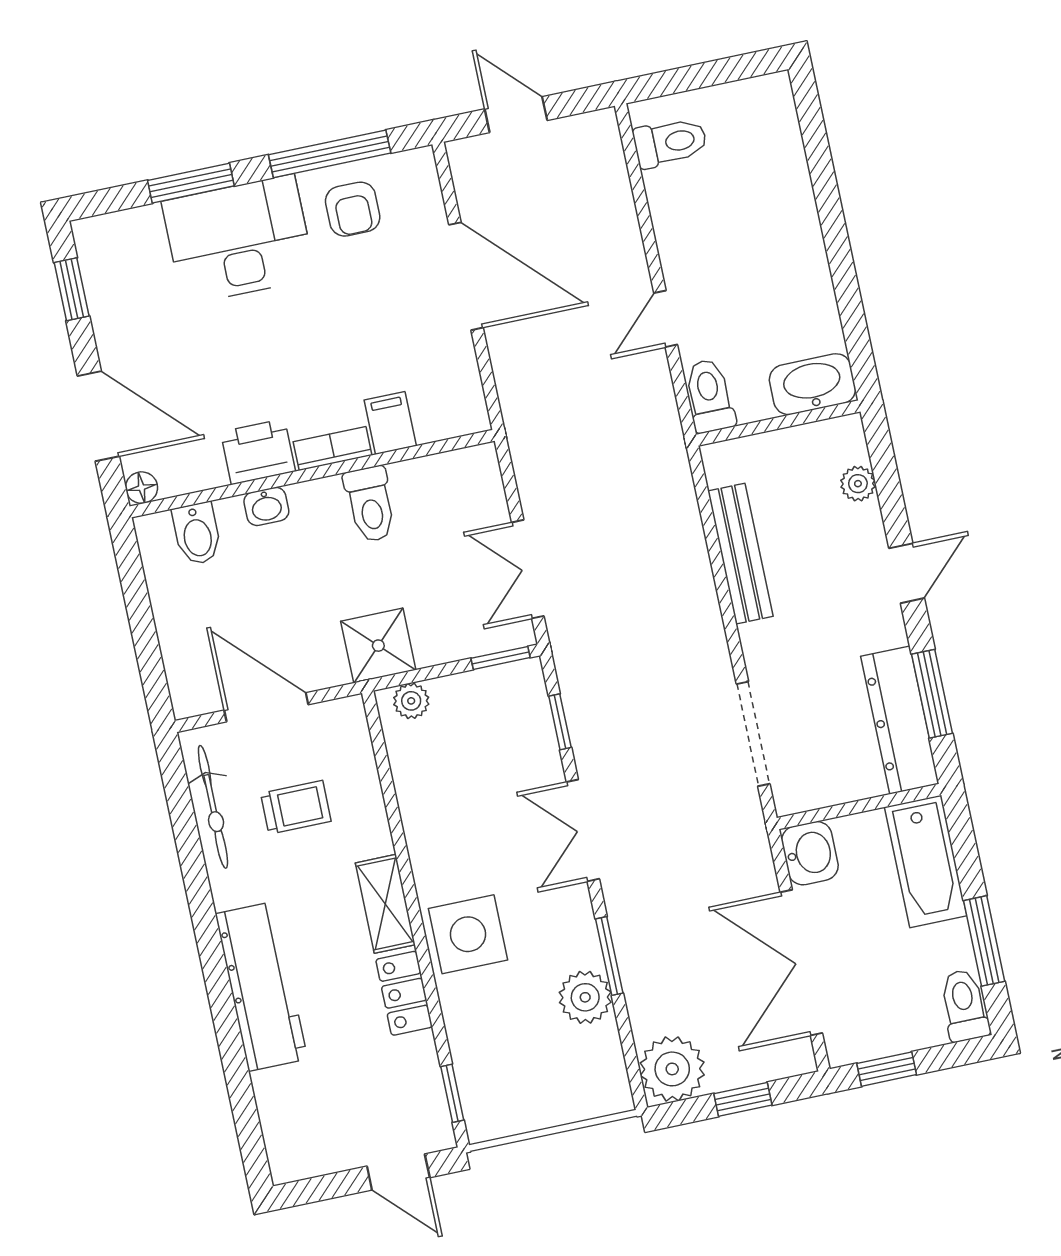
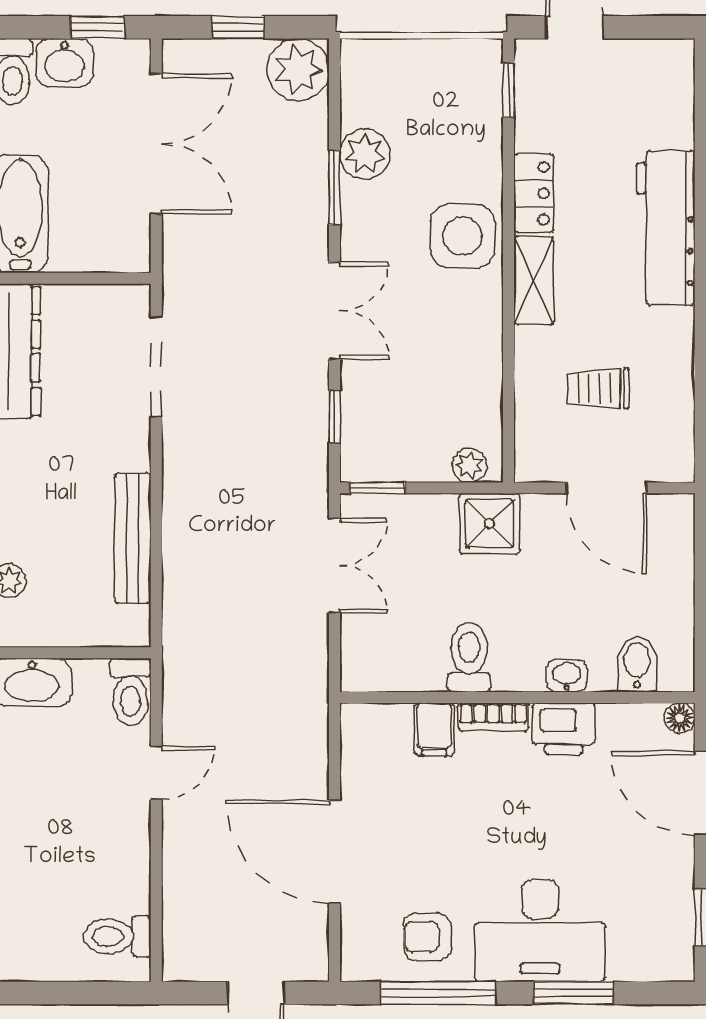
armchair: (353, 209) -> (427, 937), turned -90
bicycle: (213, 807) -> (676, 405), removed
washbasin: (810, 853) -> (65, 63), moved, turned -90

